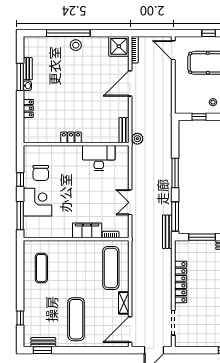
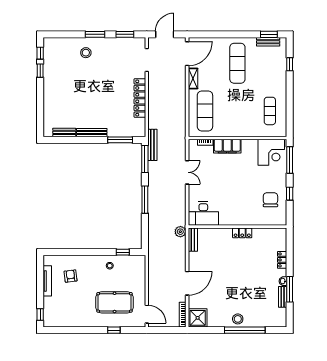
desk: (99, 158) -> (203, 214), moved
corner desk: (37, 202) -> (271, 152), moved, turned -90
window: (197, 350) -> (125, 34), added

